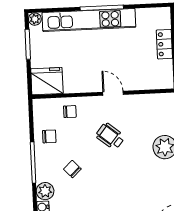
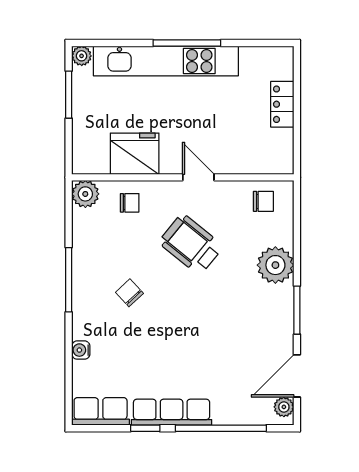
fridge: (47, 81) -> (135, 154), moved
chair: (49, 136) -> (263, 201), moved
wheelchair: (110, 136) -> (191, 244), width x1.36, depth x1.37
plant: (45, 191) -> (85, 194), moved

